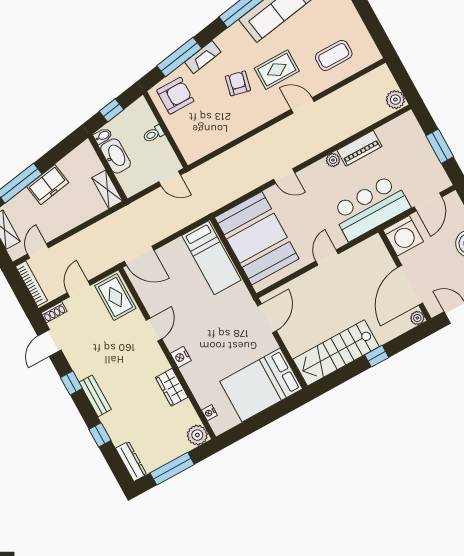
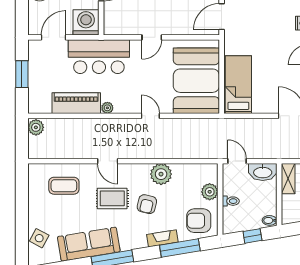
plant: (240, 122) -> (161, 174), added
plant: (180, 132) -> (210, 192), added
piano: (360, 148) -> (76, 103), width x1.37, depth x1.33
washbasin: (116, 156) -> (263, 172), moved, turned -90

